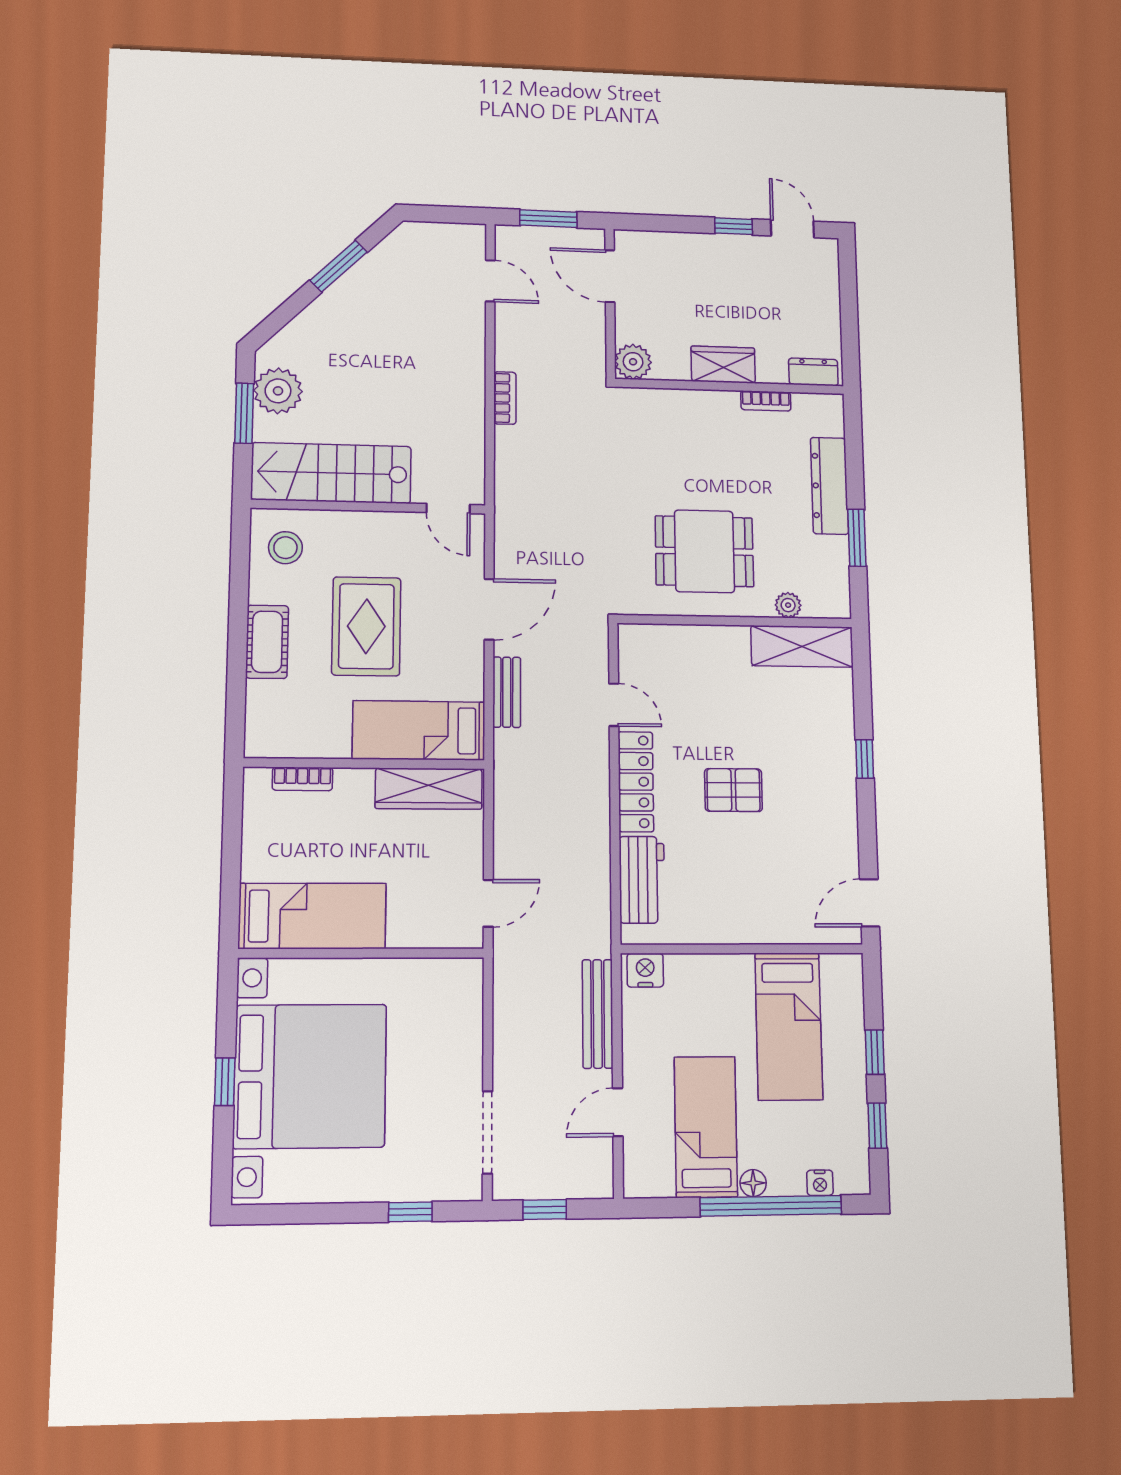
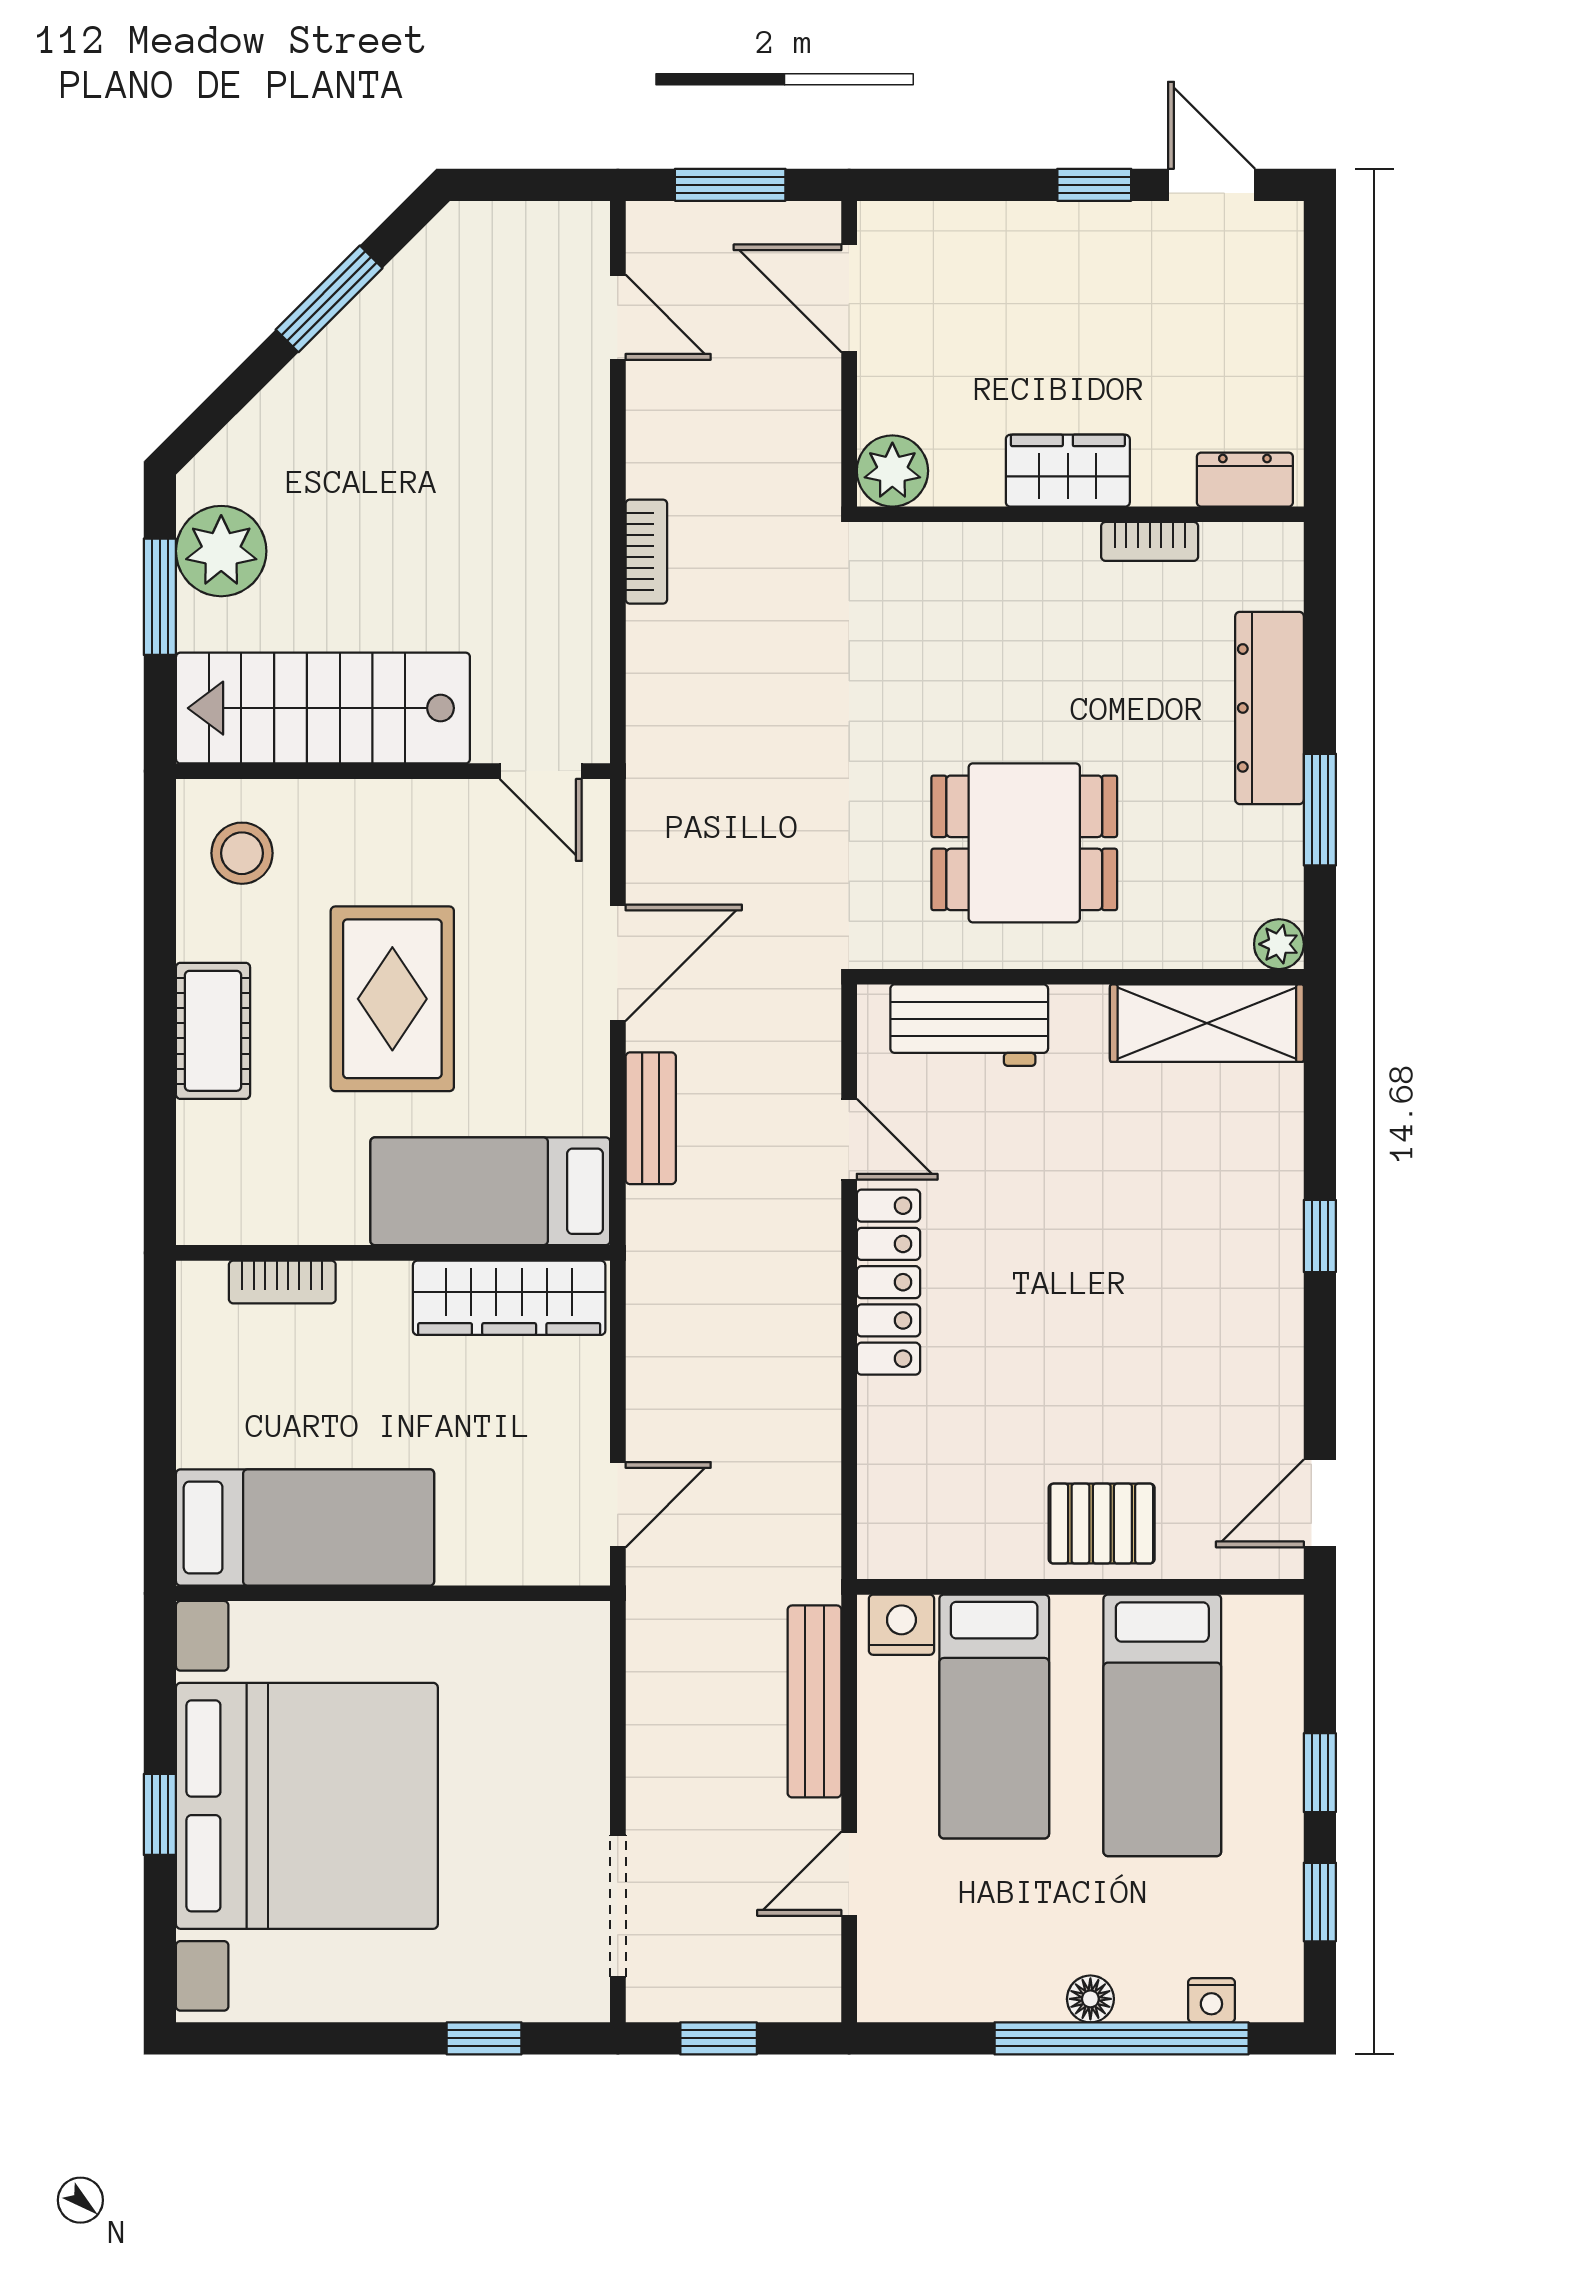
plant: (788, 605) -> (1279, 944), moved
pallet: (733, 790) -> (1102, 1524), moved
workbench: (642, 880) -> (969, 1025), moved, turned 90
bed: (706, 1127) -> (994, 1716), moved, turned 180

